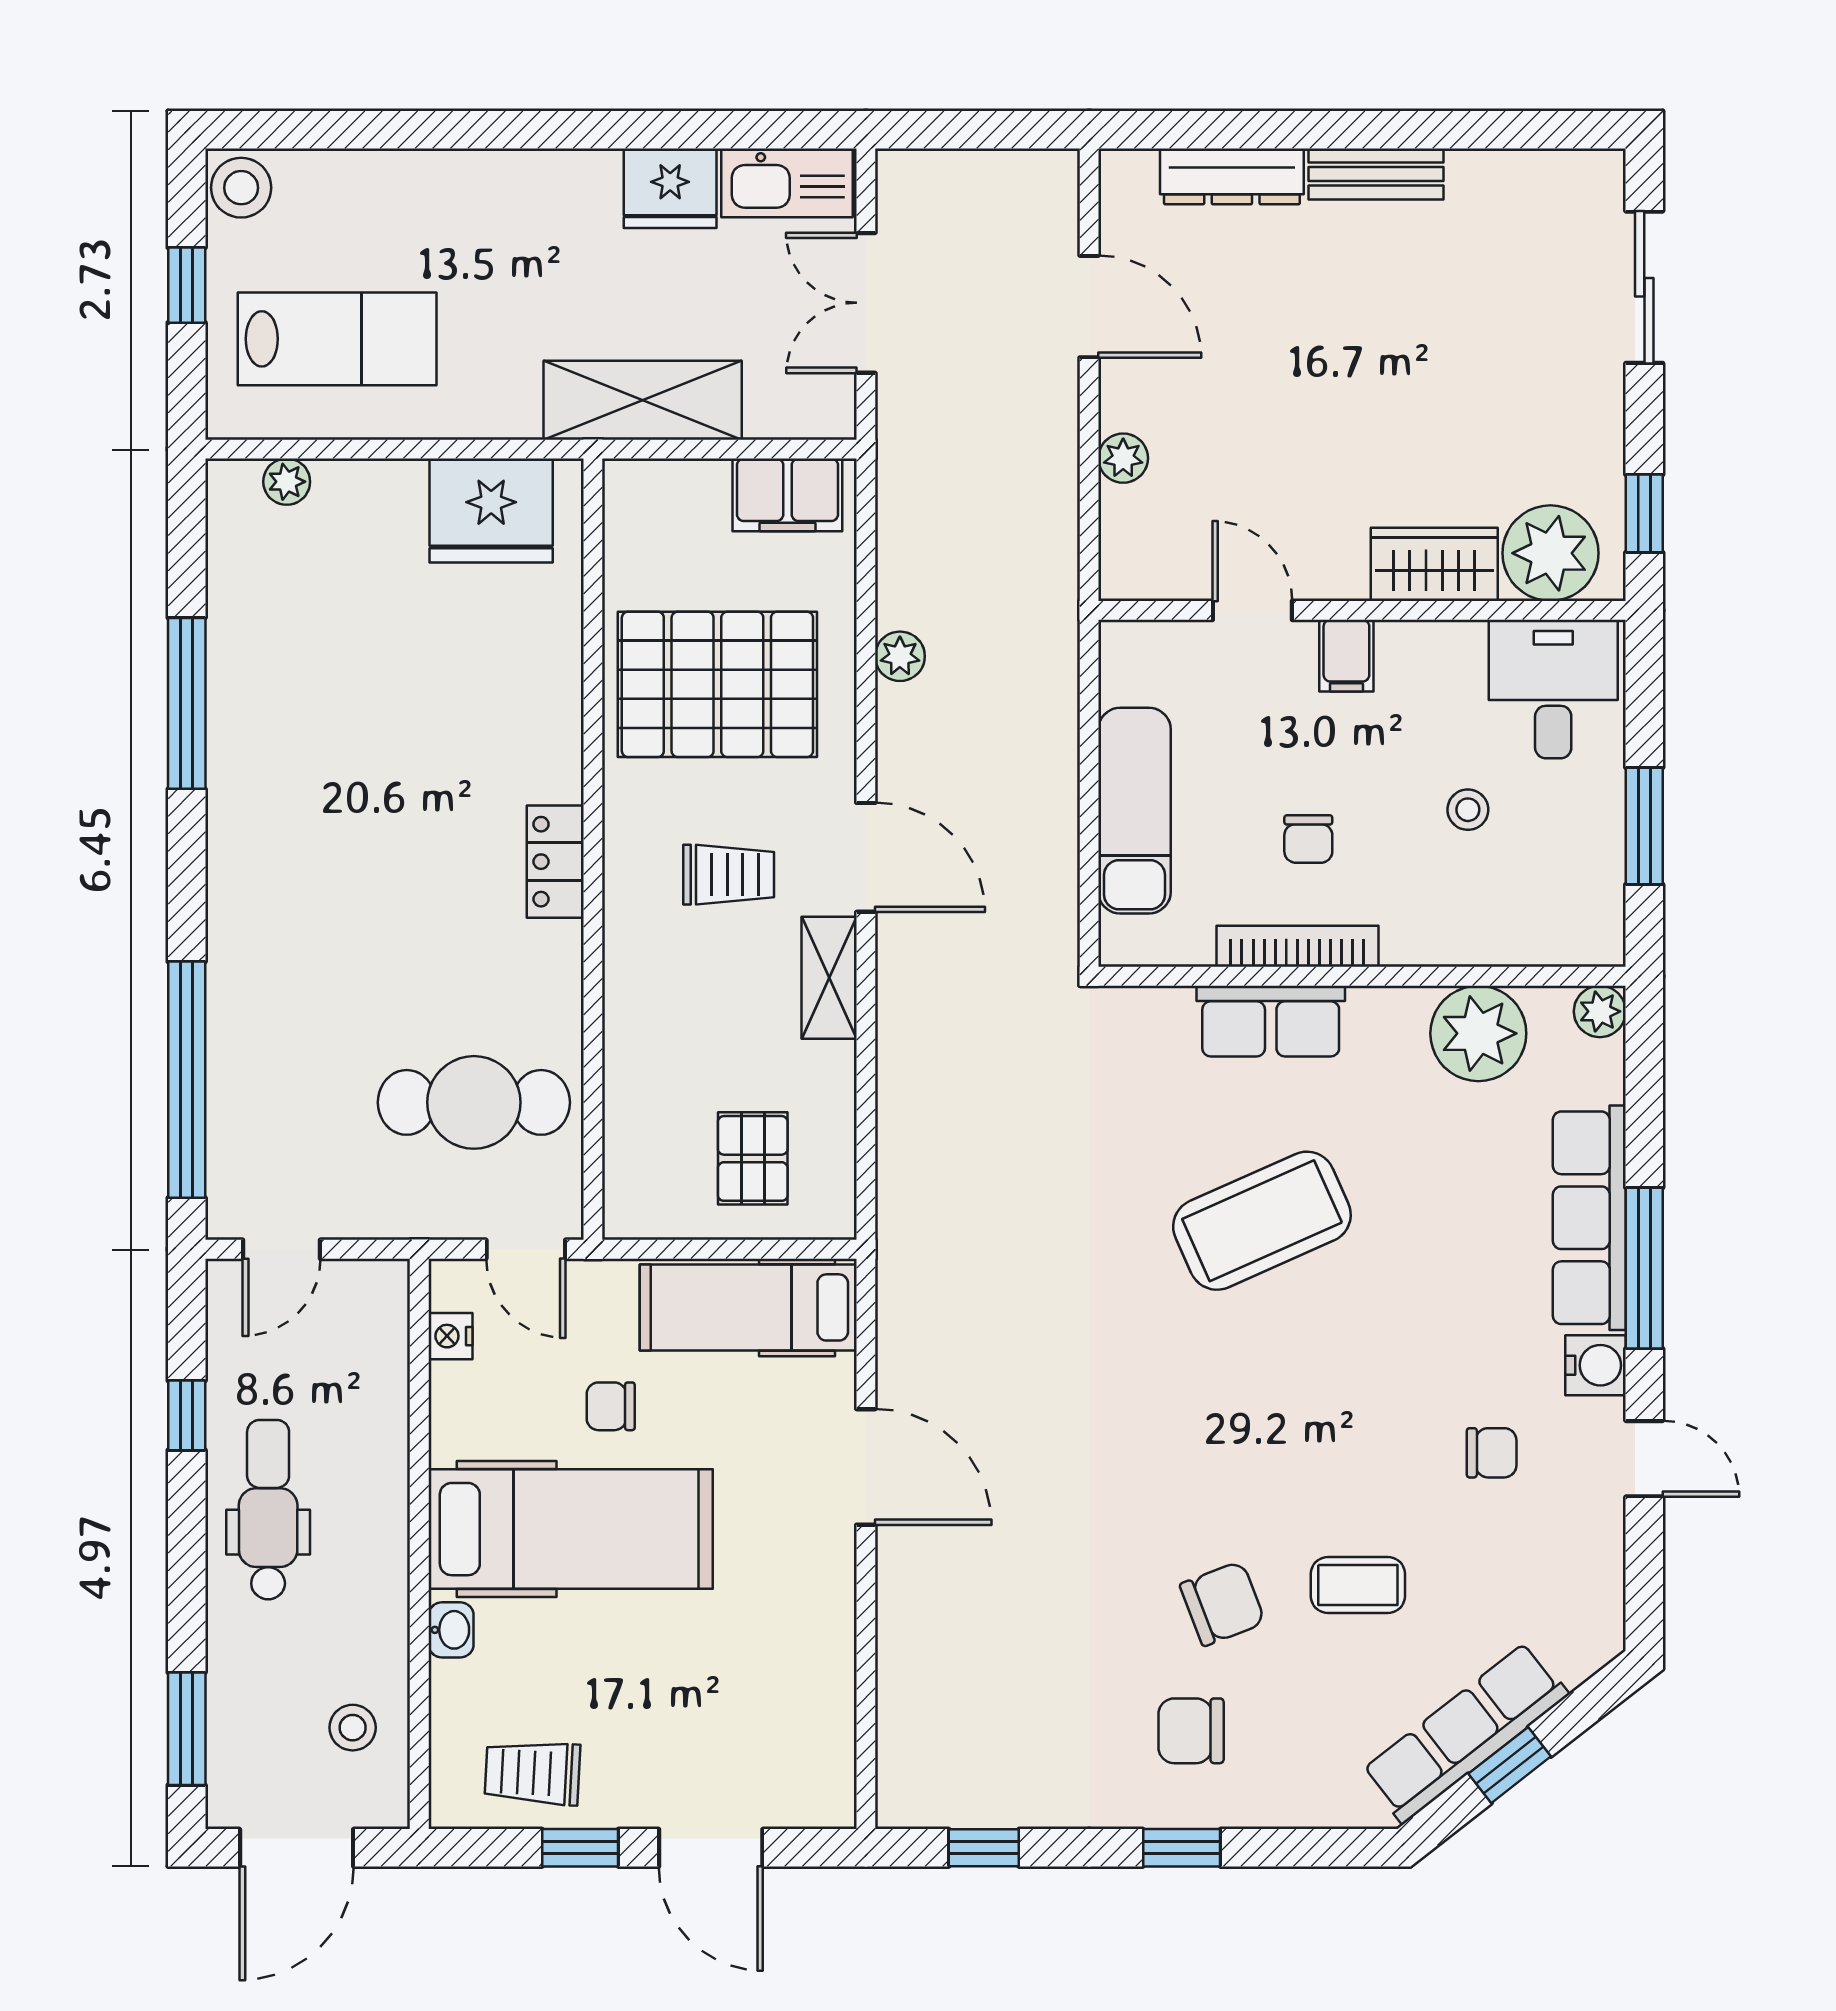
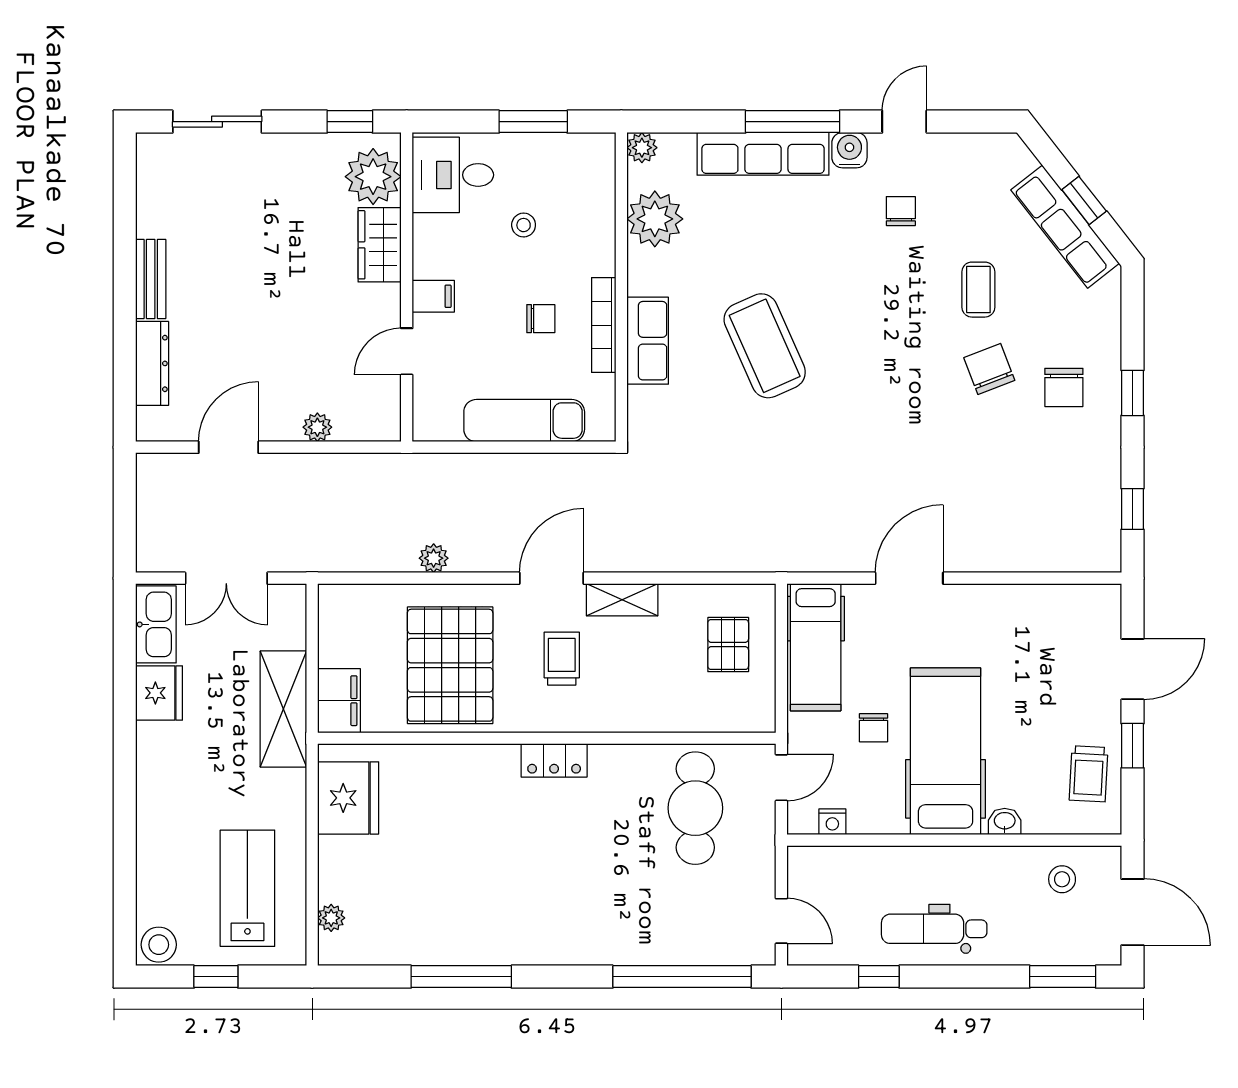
filing cabinet: (787, 495) -> (339, 701), moved
pallet: (753, 1158) -> (728, 645), turned 90

